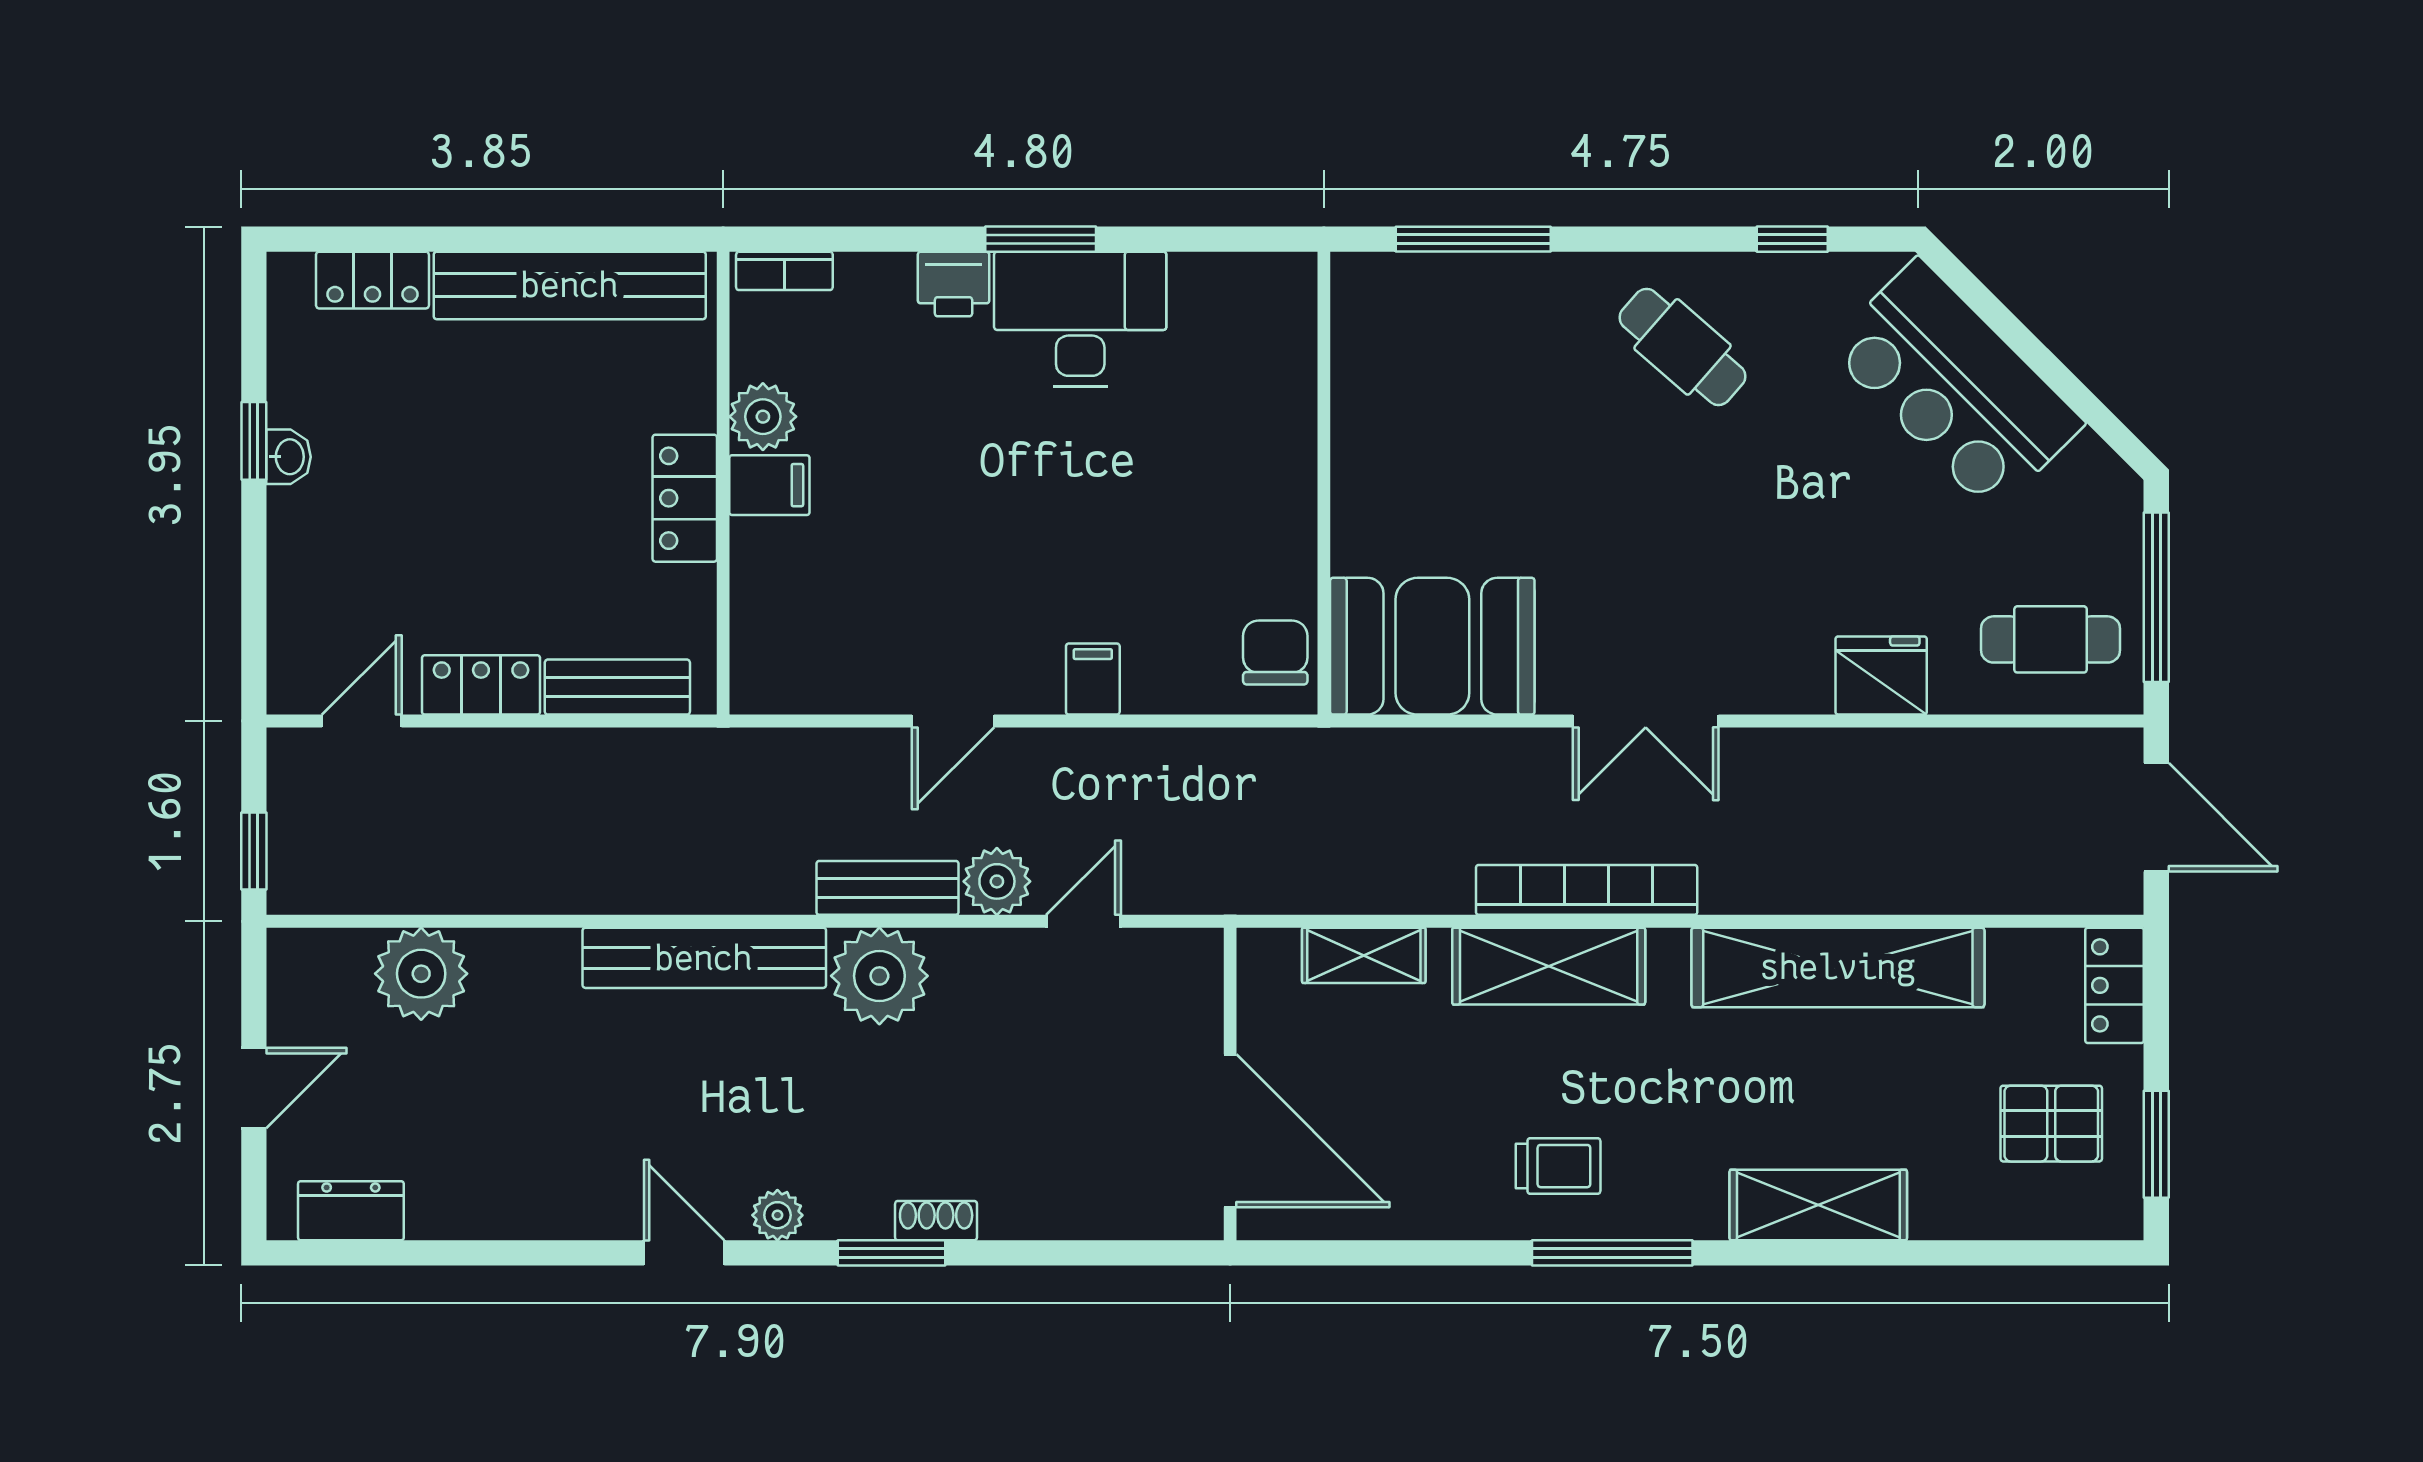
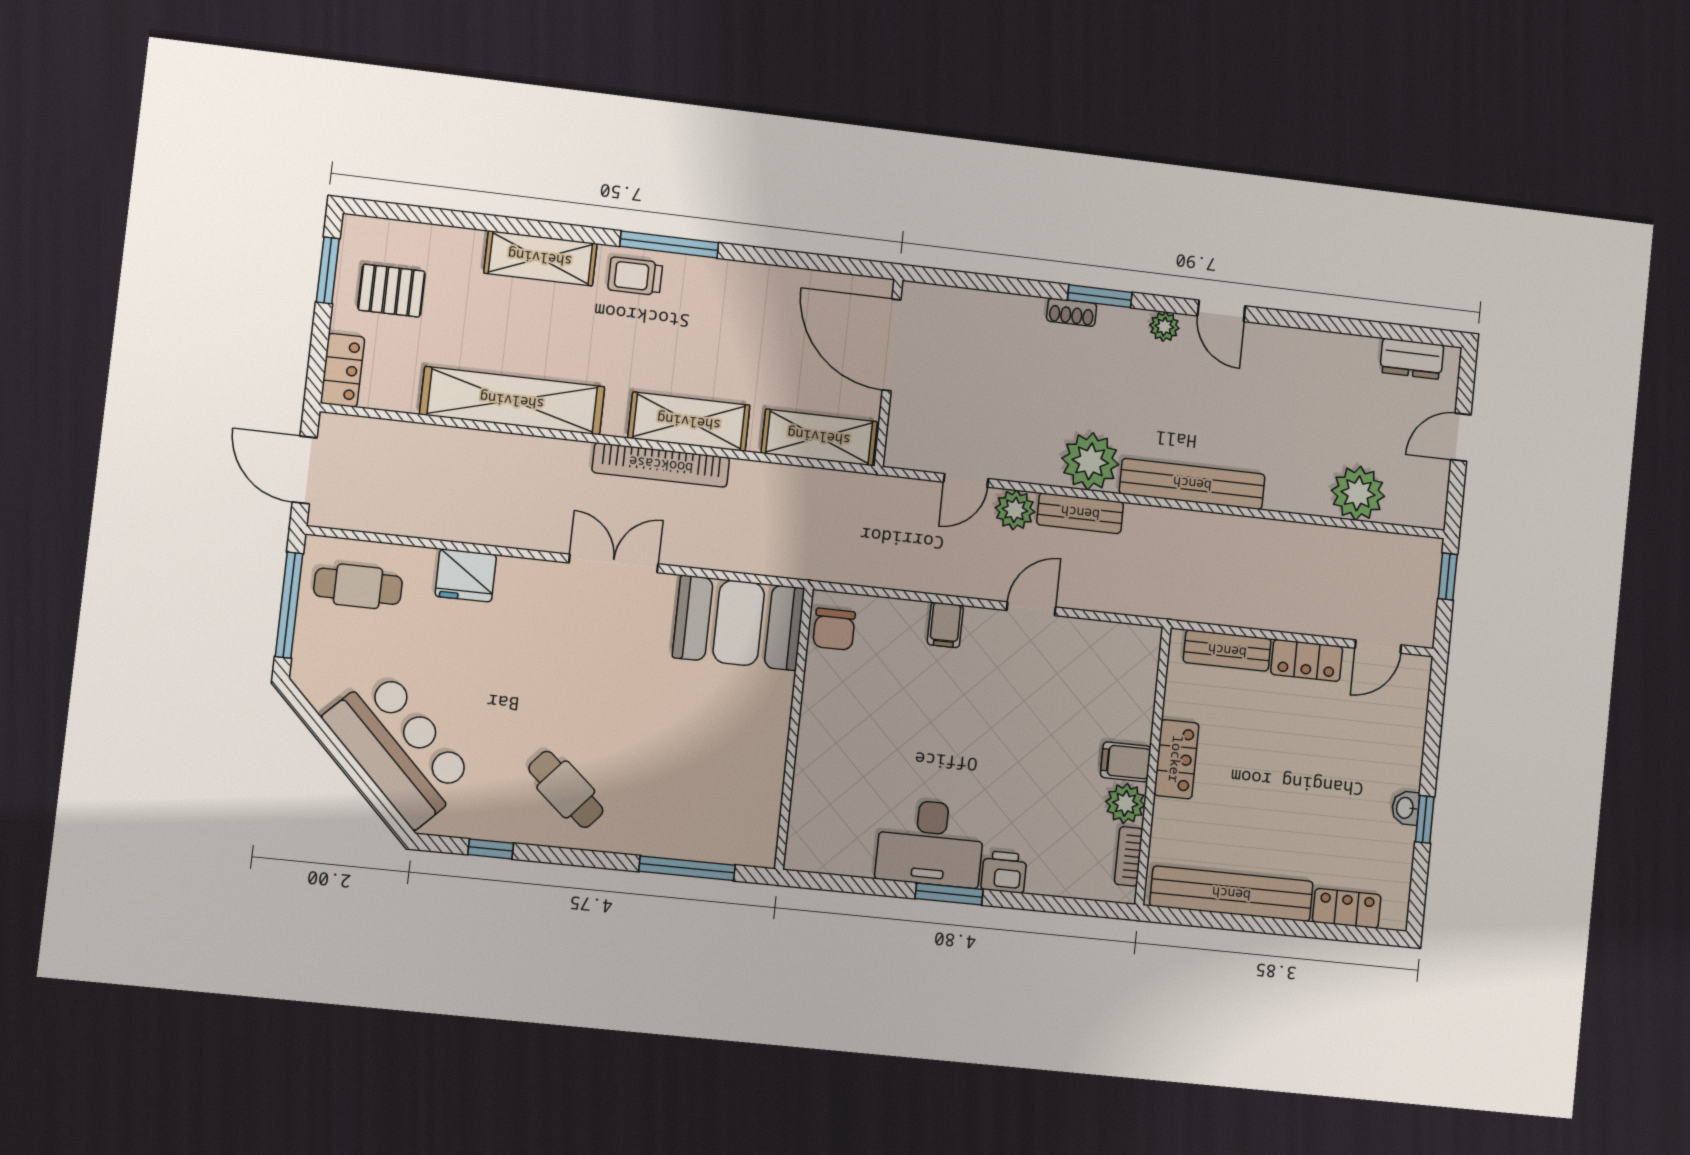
bookcase: (784, 271) -> (1129, 856), moved, turned -90
shelving: (1364, 955) -> (819, 437), width x1.50, depth x1.33
trolley: (1558, 1166) -> (635, 276), moved

